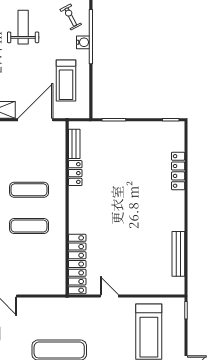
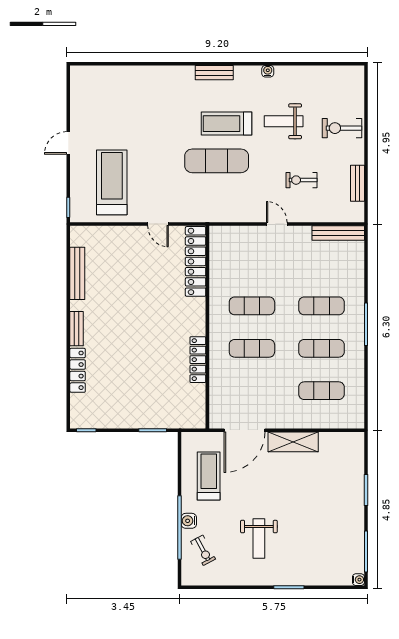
bench: (74, 144) -> (77, 329), moved
locker: (75, 173) -> (198, 360), width x1.53

